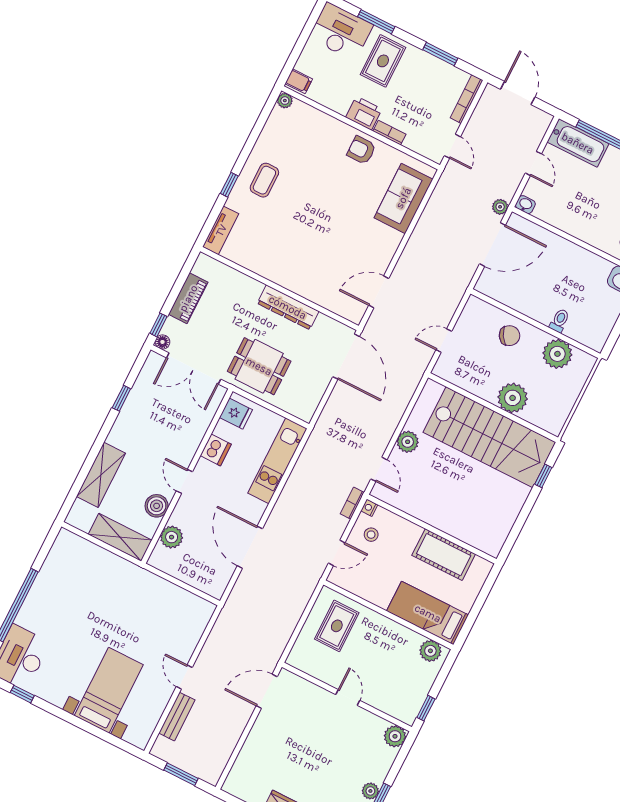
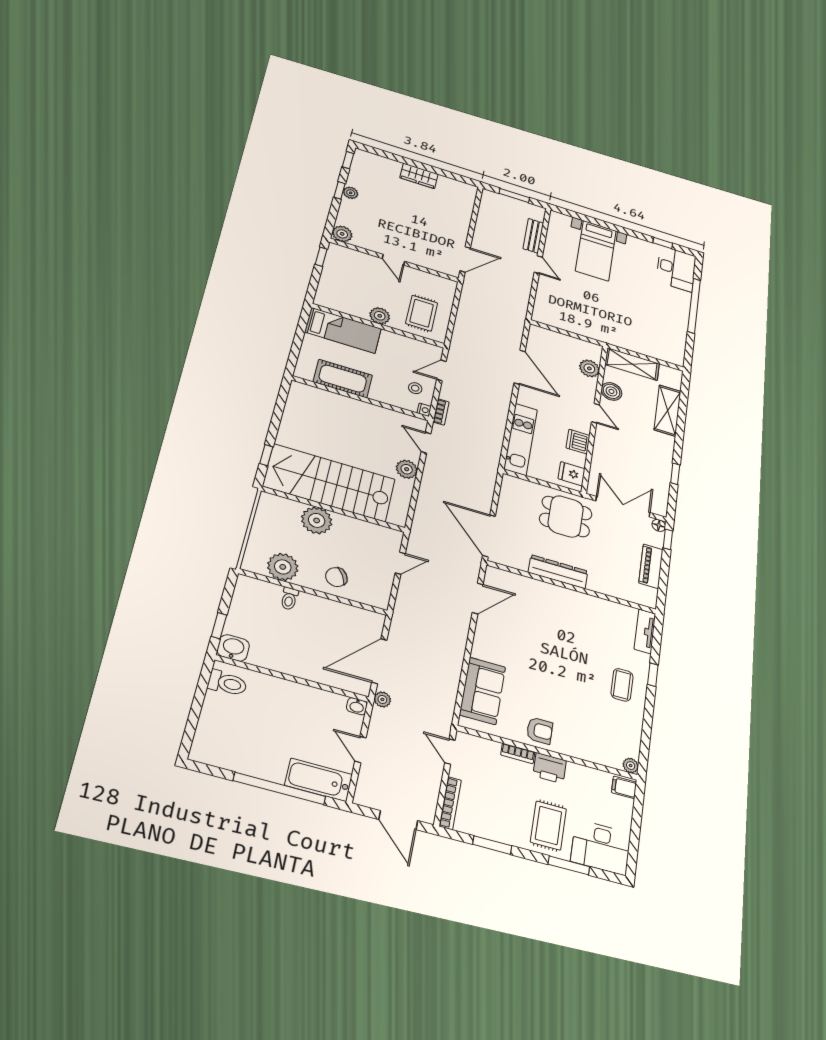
plant: (430, 651) -> (380, 316), moved

